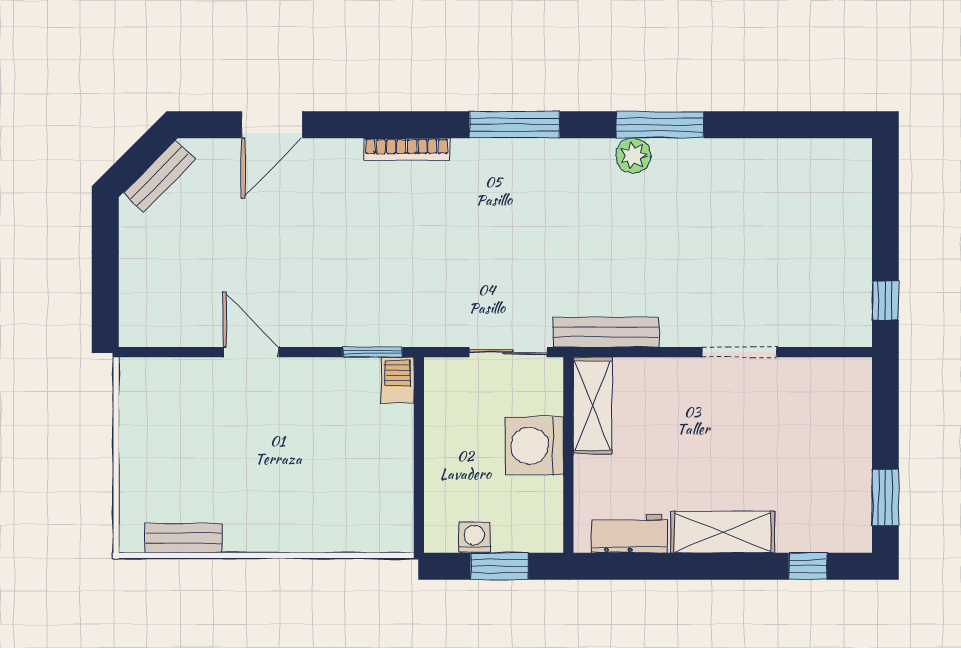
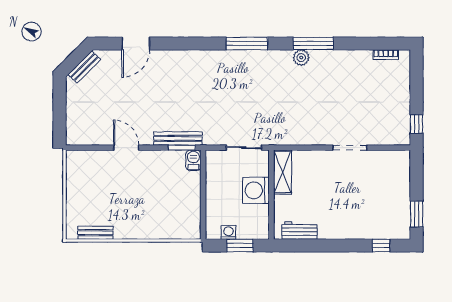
bookcase: (407, 149) -> (386, 55), moved, width x0.64
bench: (606, 332) -> (178, 139), moved
shelving: (722, 532) -> (342, 230), removed

